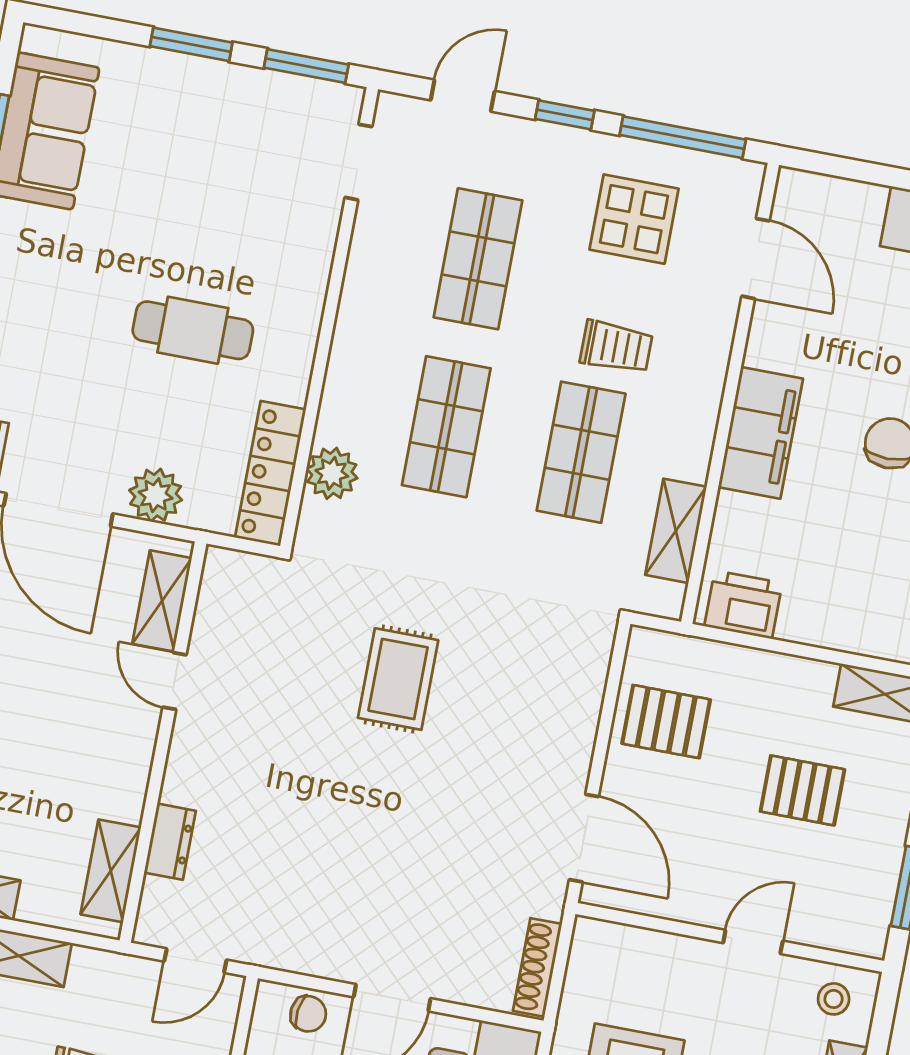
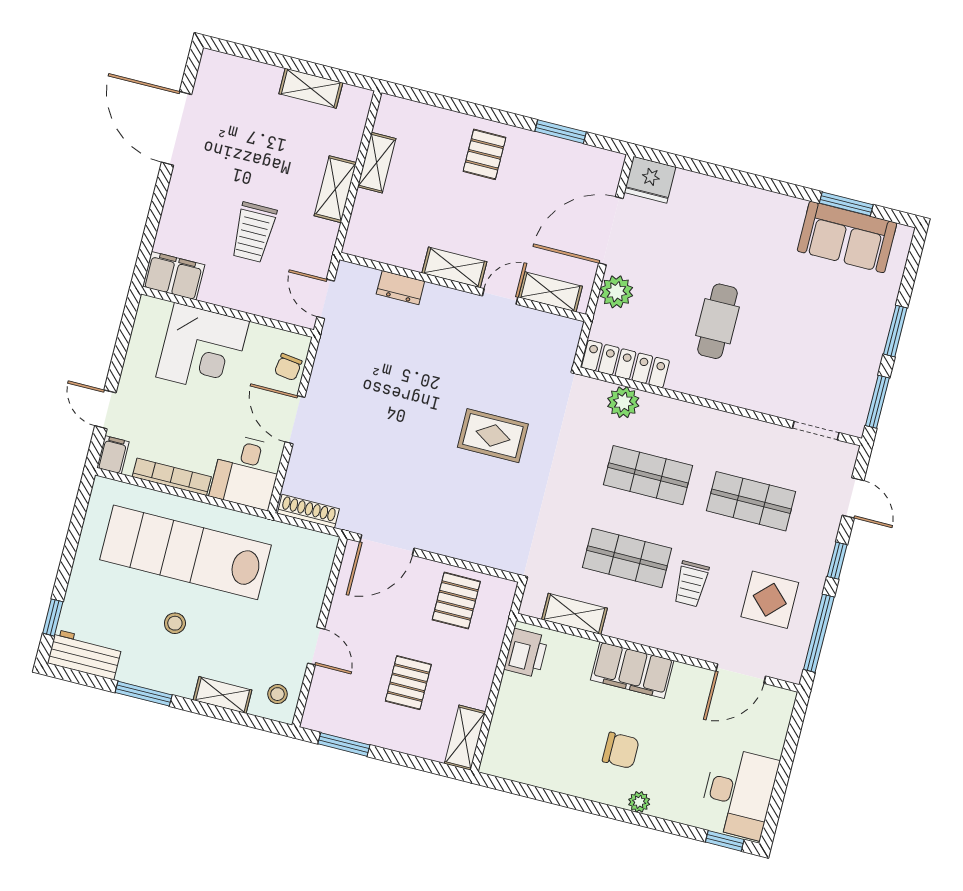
shelving: (111, 871) -> (454, 267), moved

